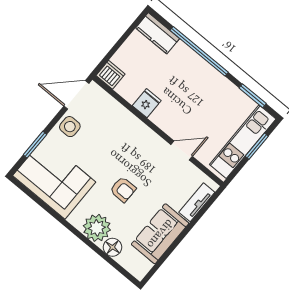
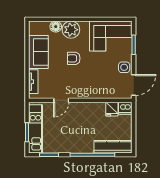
kitchen counter: (158, 33) -> (113, 147), width x1.50
fridge: (147, 103) -> (112, 109), moved

